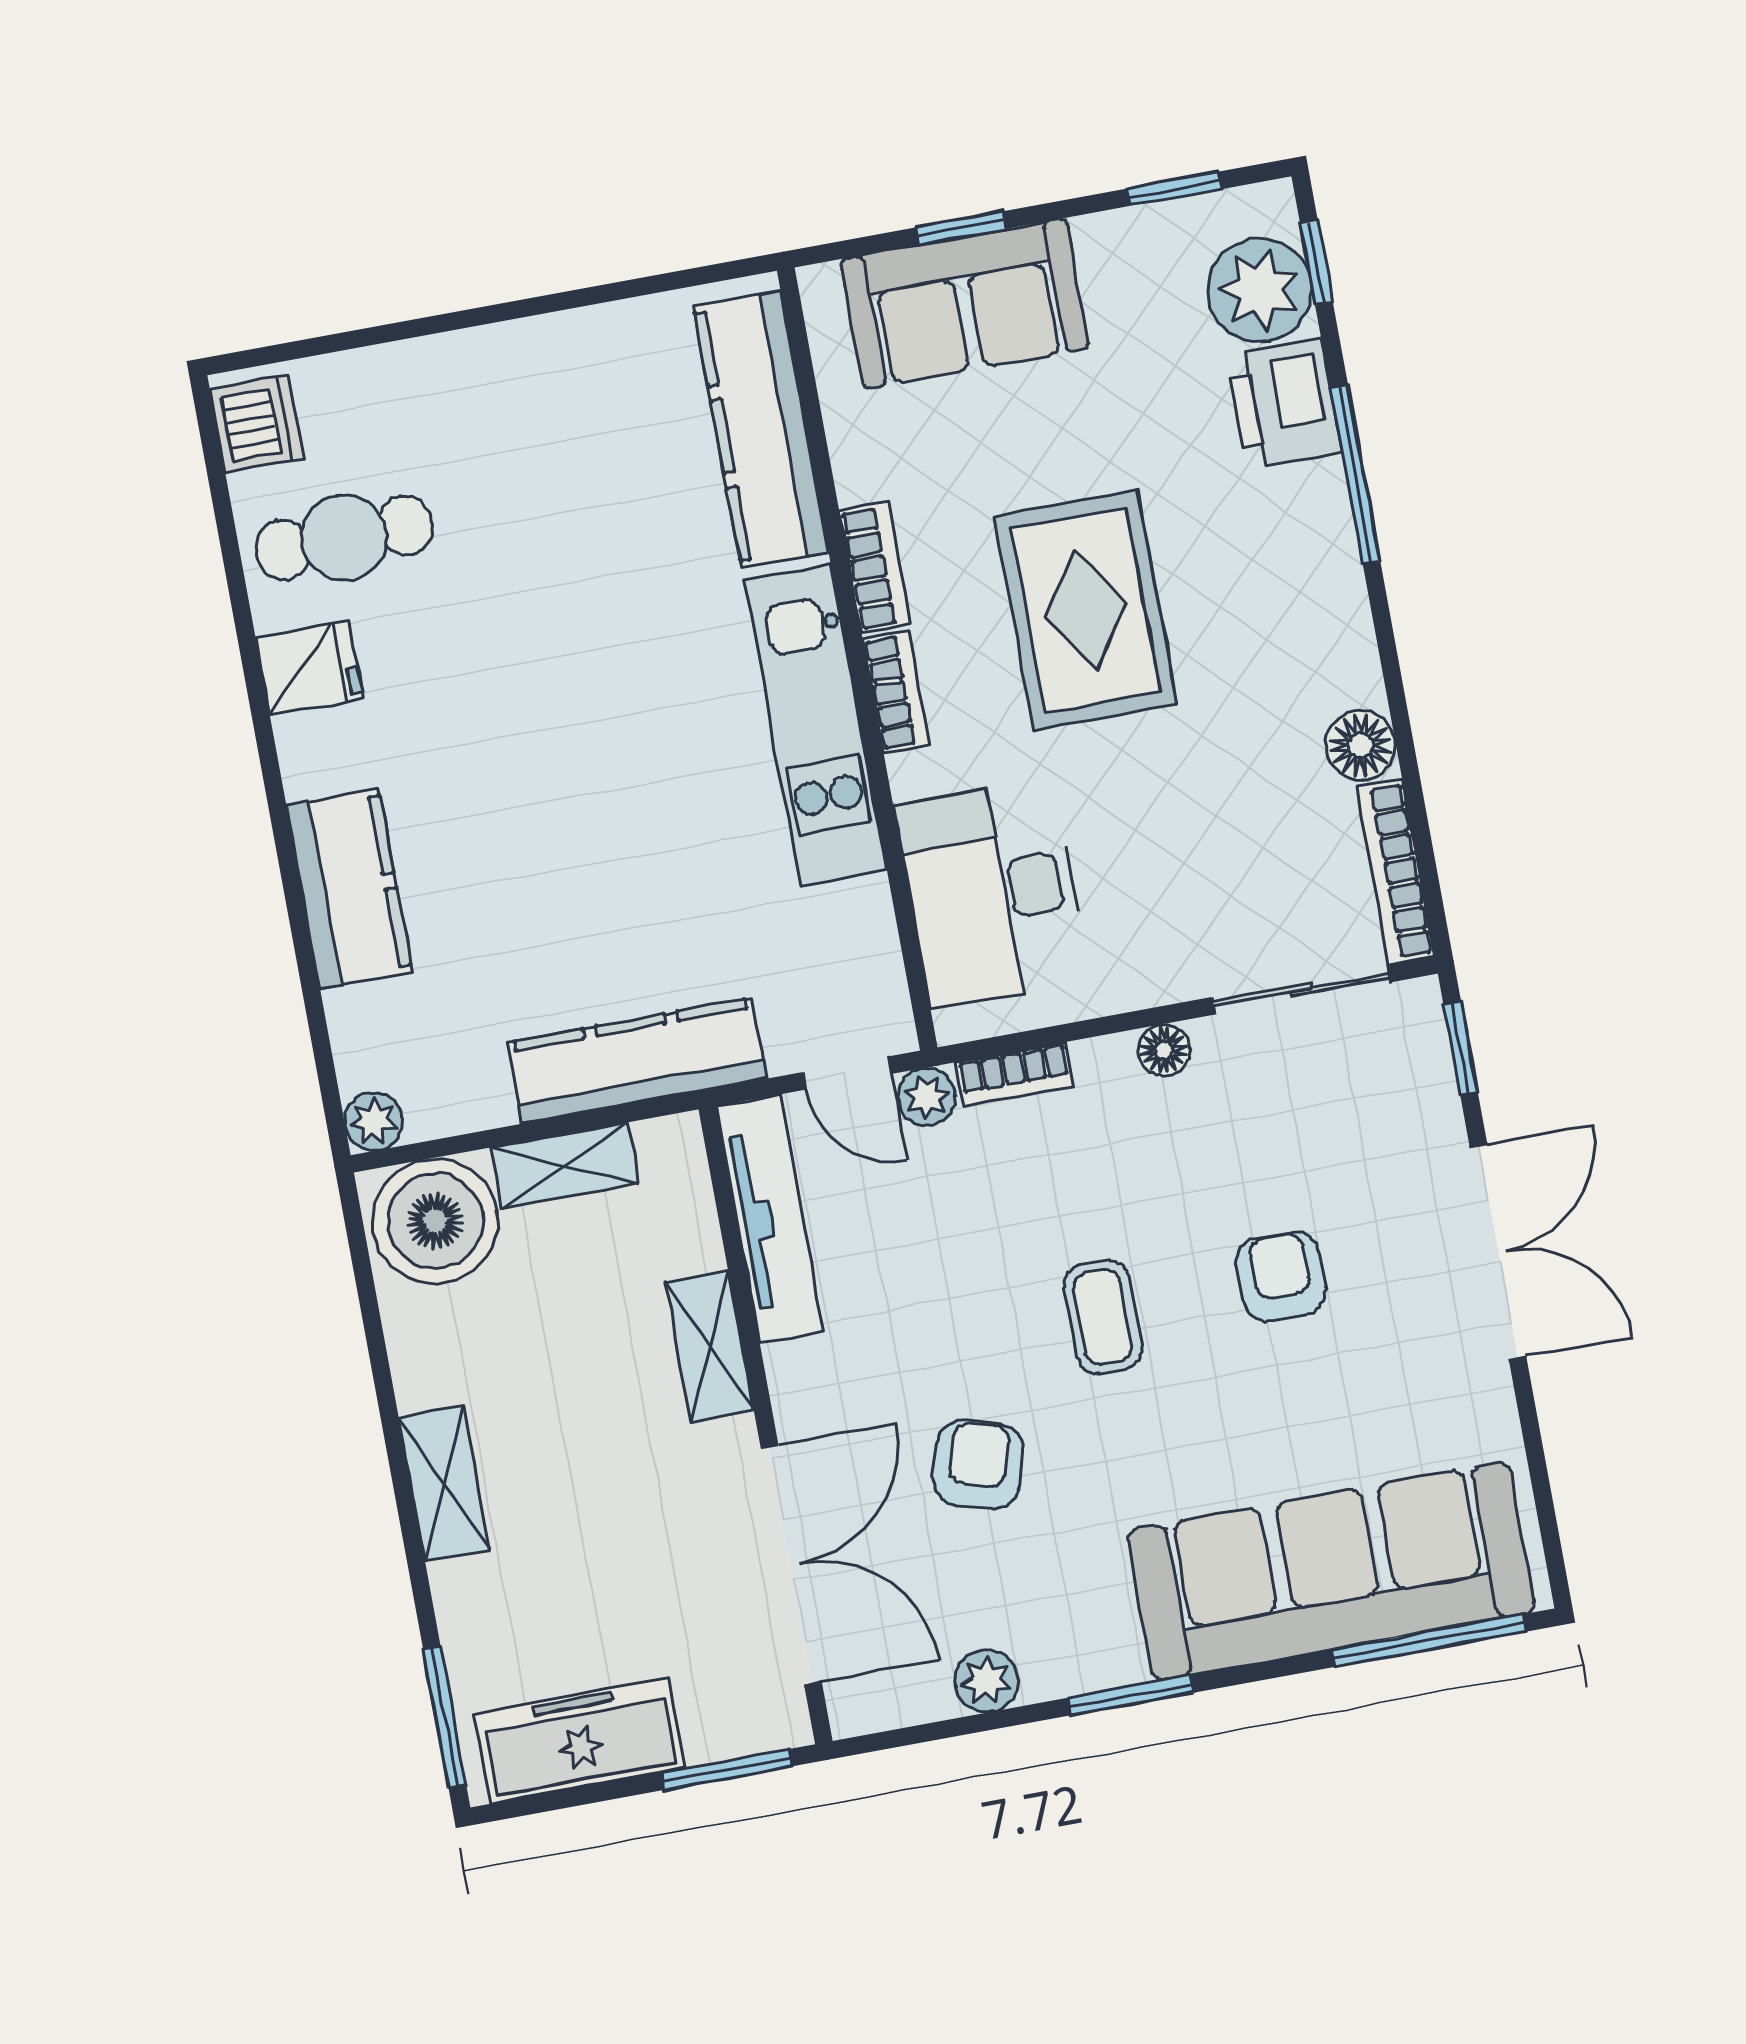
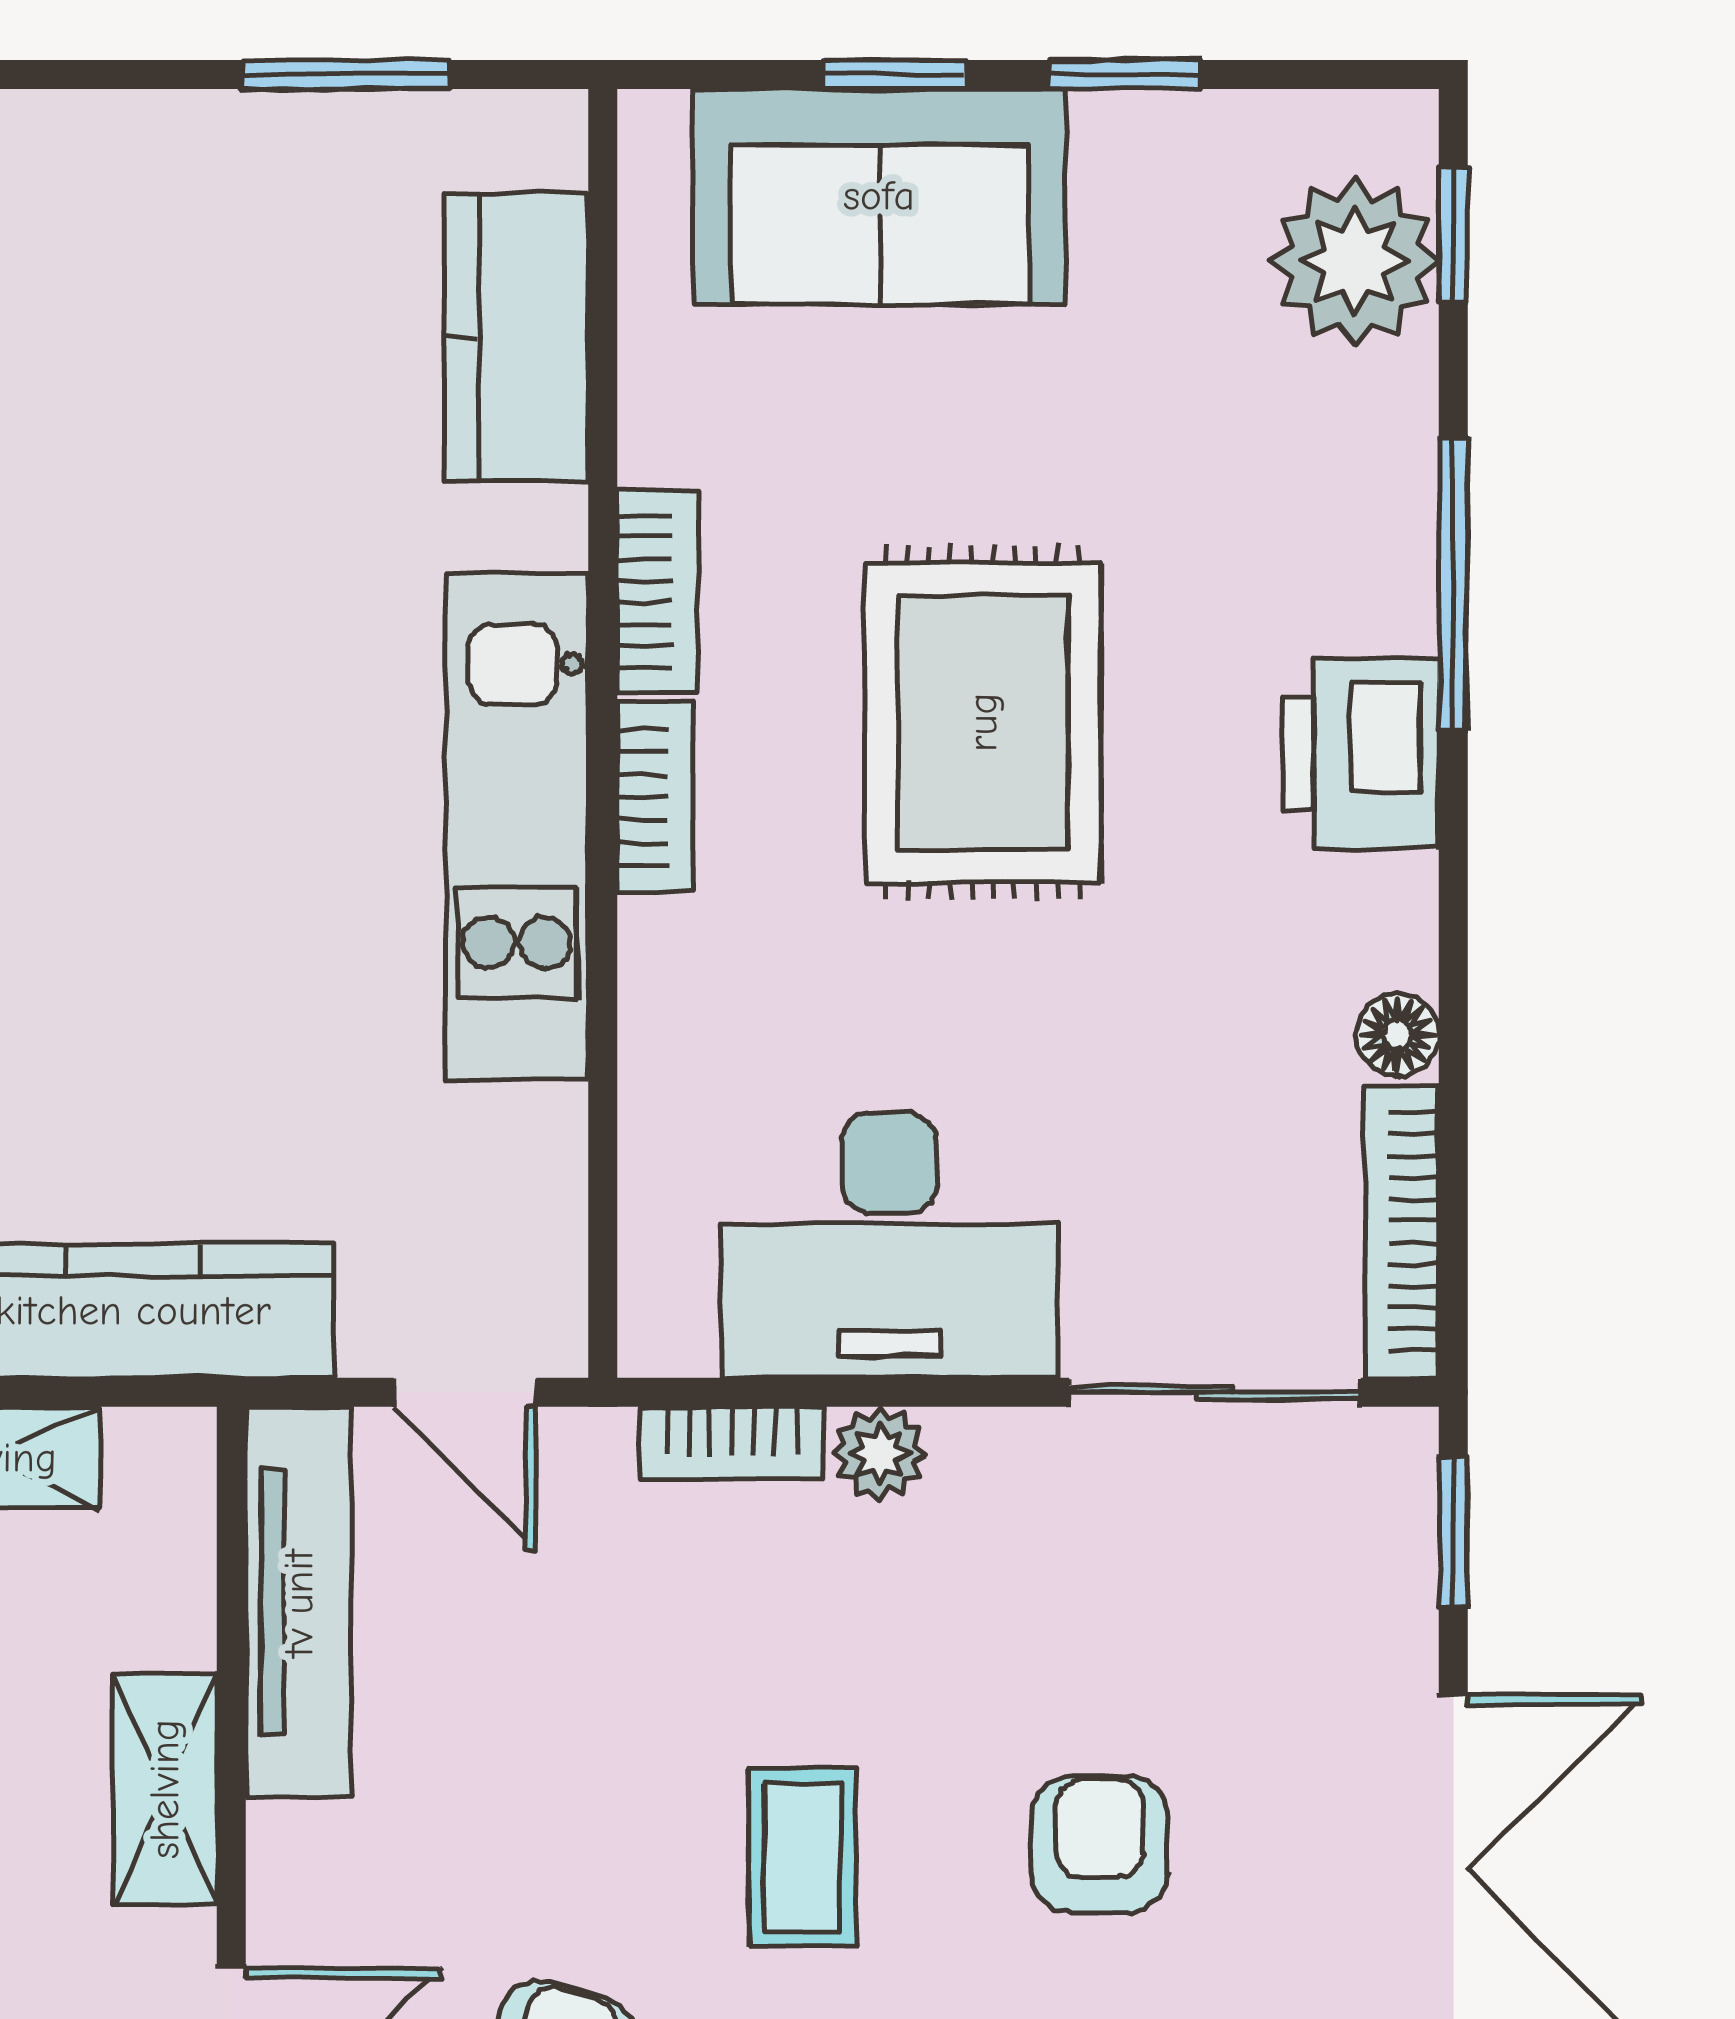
window: (1174, 189) -> (1125, 74), moved
window: (629, 289) -> (346, 74), added
printer: (1284, 404) -> (1361, 754), moved
kitchen counter: (761, 429) -> (516, 338), width x0.67
floor lamp: (1361, 745) -> (1398, 1035), width x0.73, depth x0.73
desk: (992, 893) -> (890, 1245), moved, turned -90
floor lamp: (1164, 1050) -> (978, 1449), removed
plant: (927, 1097) -> (880, 1454), moved

